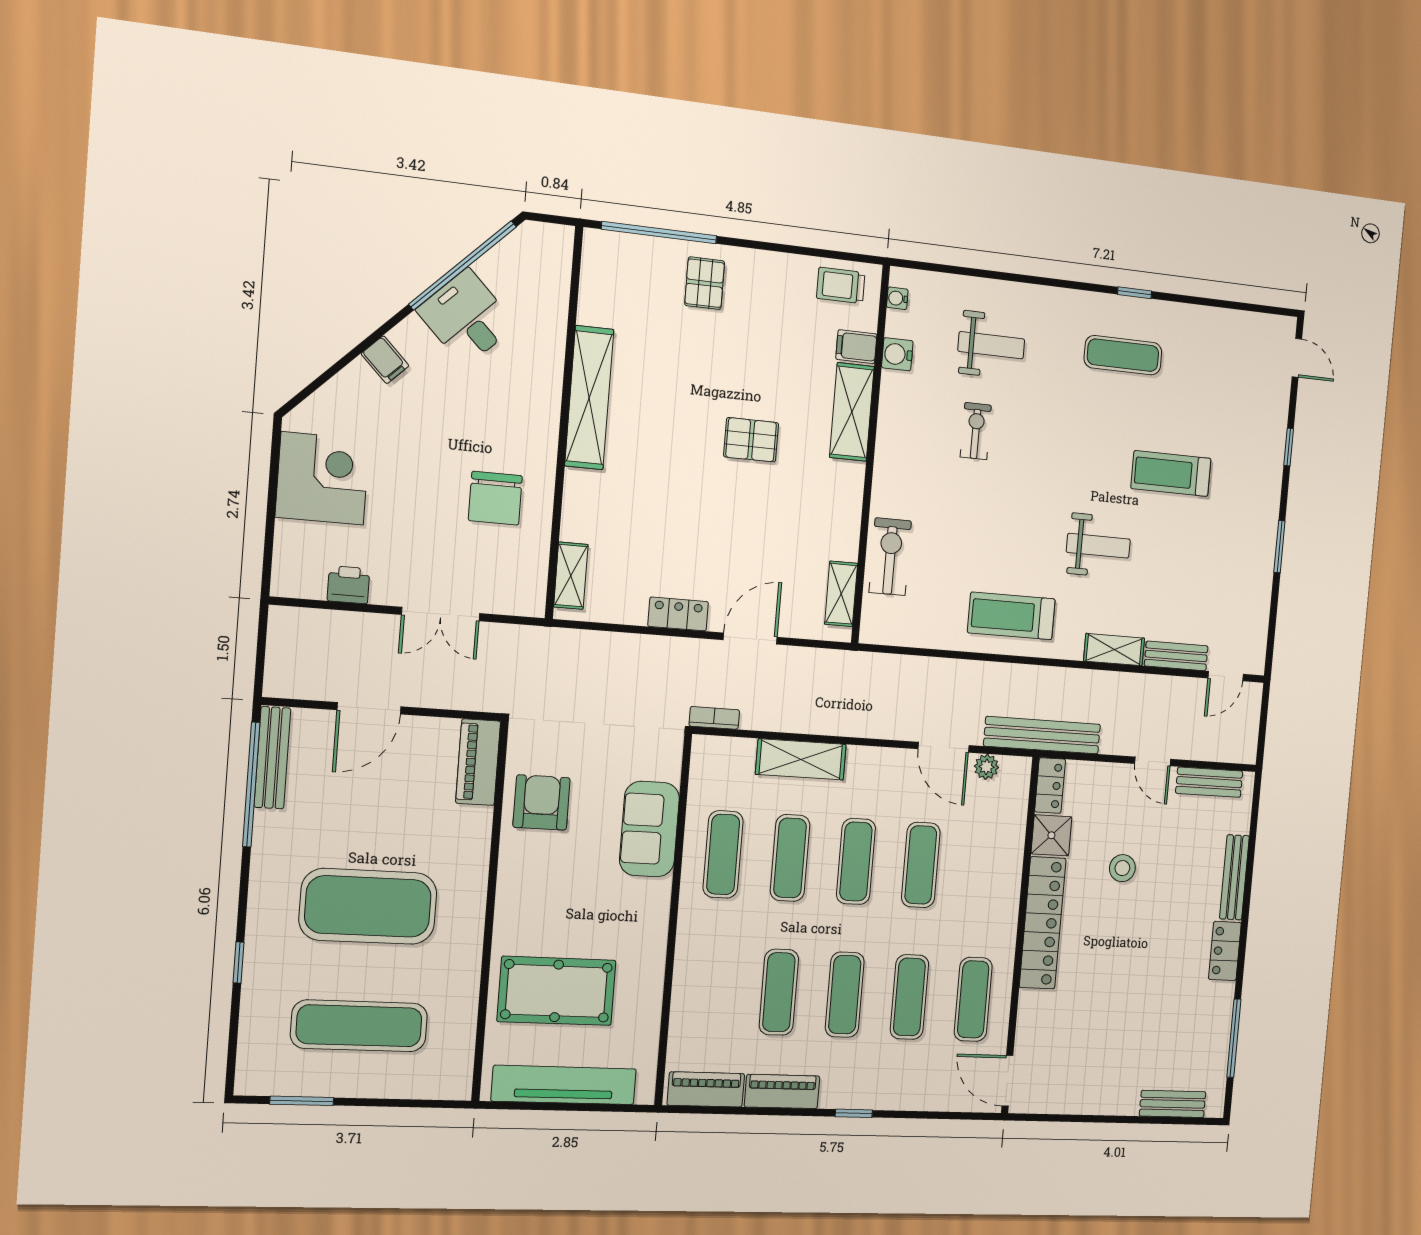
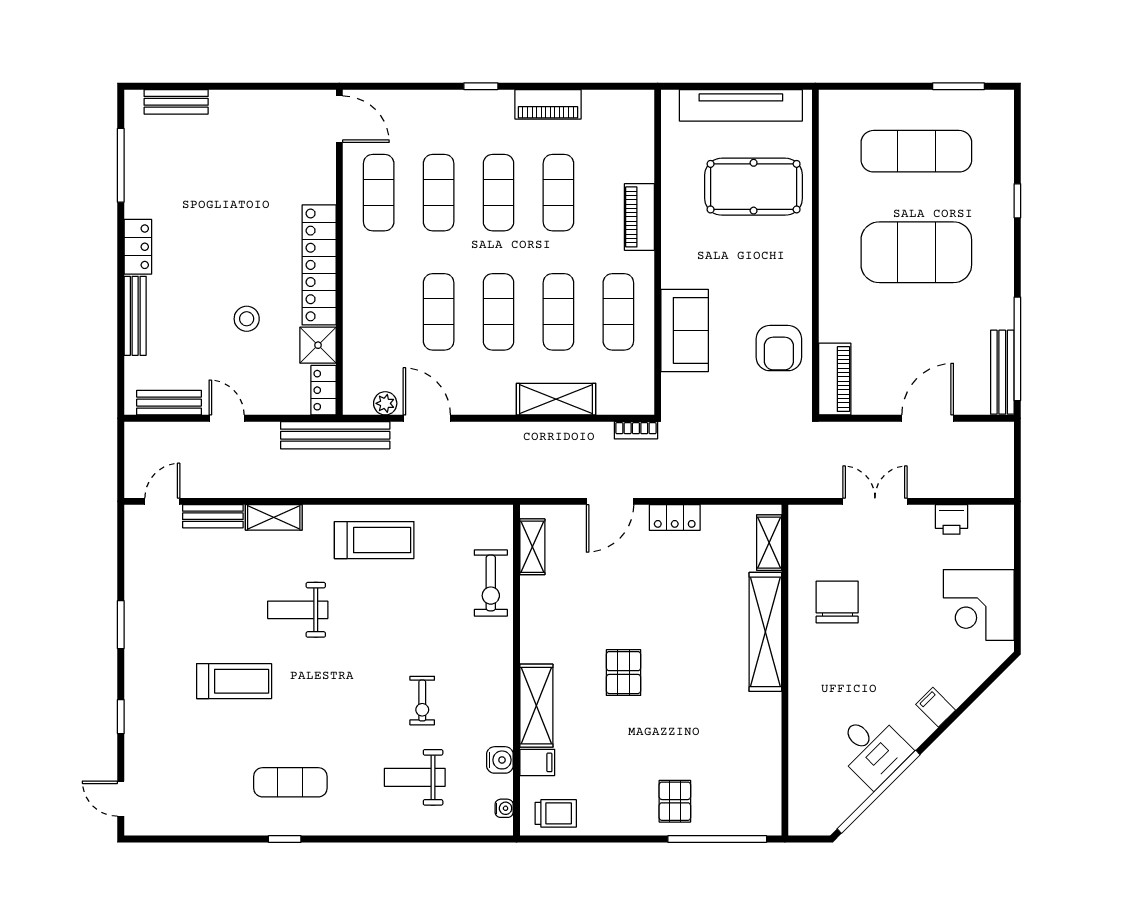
shelving: (589, 398) -> (765, 632), moved
pallet: (751, 440) -> (624, 673), turned 90
piano: (706, 1089) -> (639, 217), moved, turned 90

